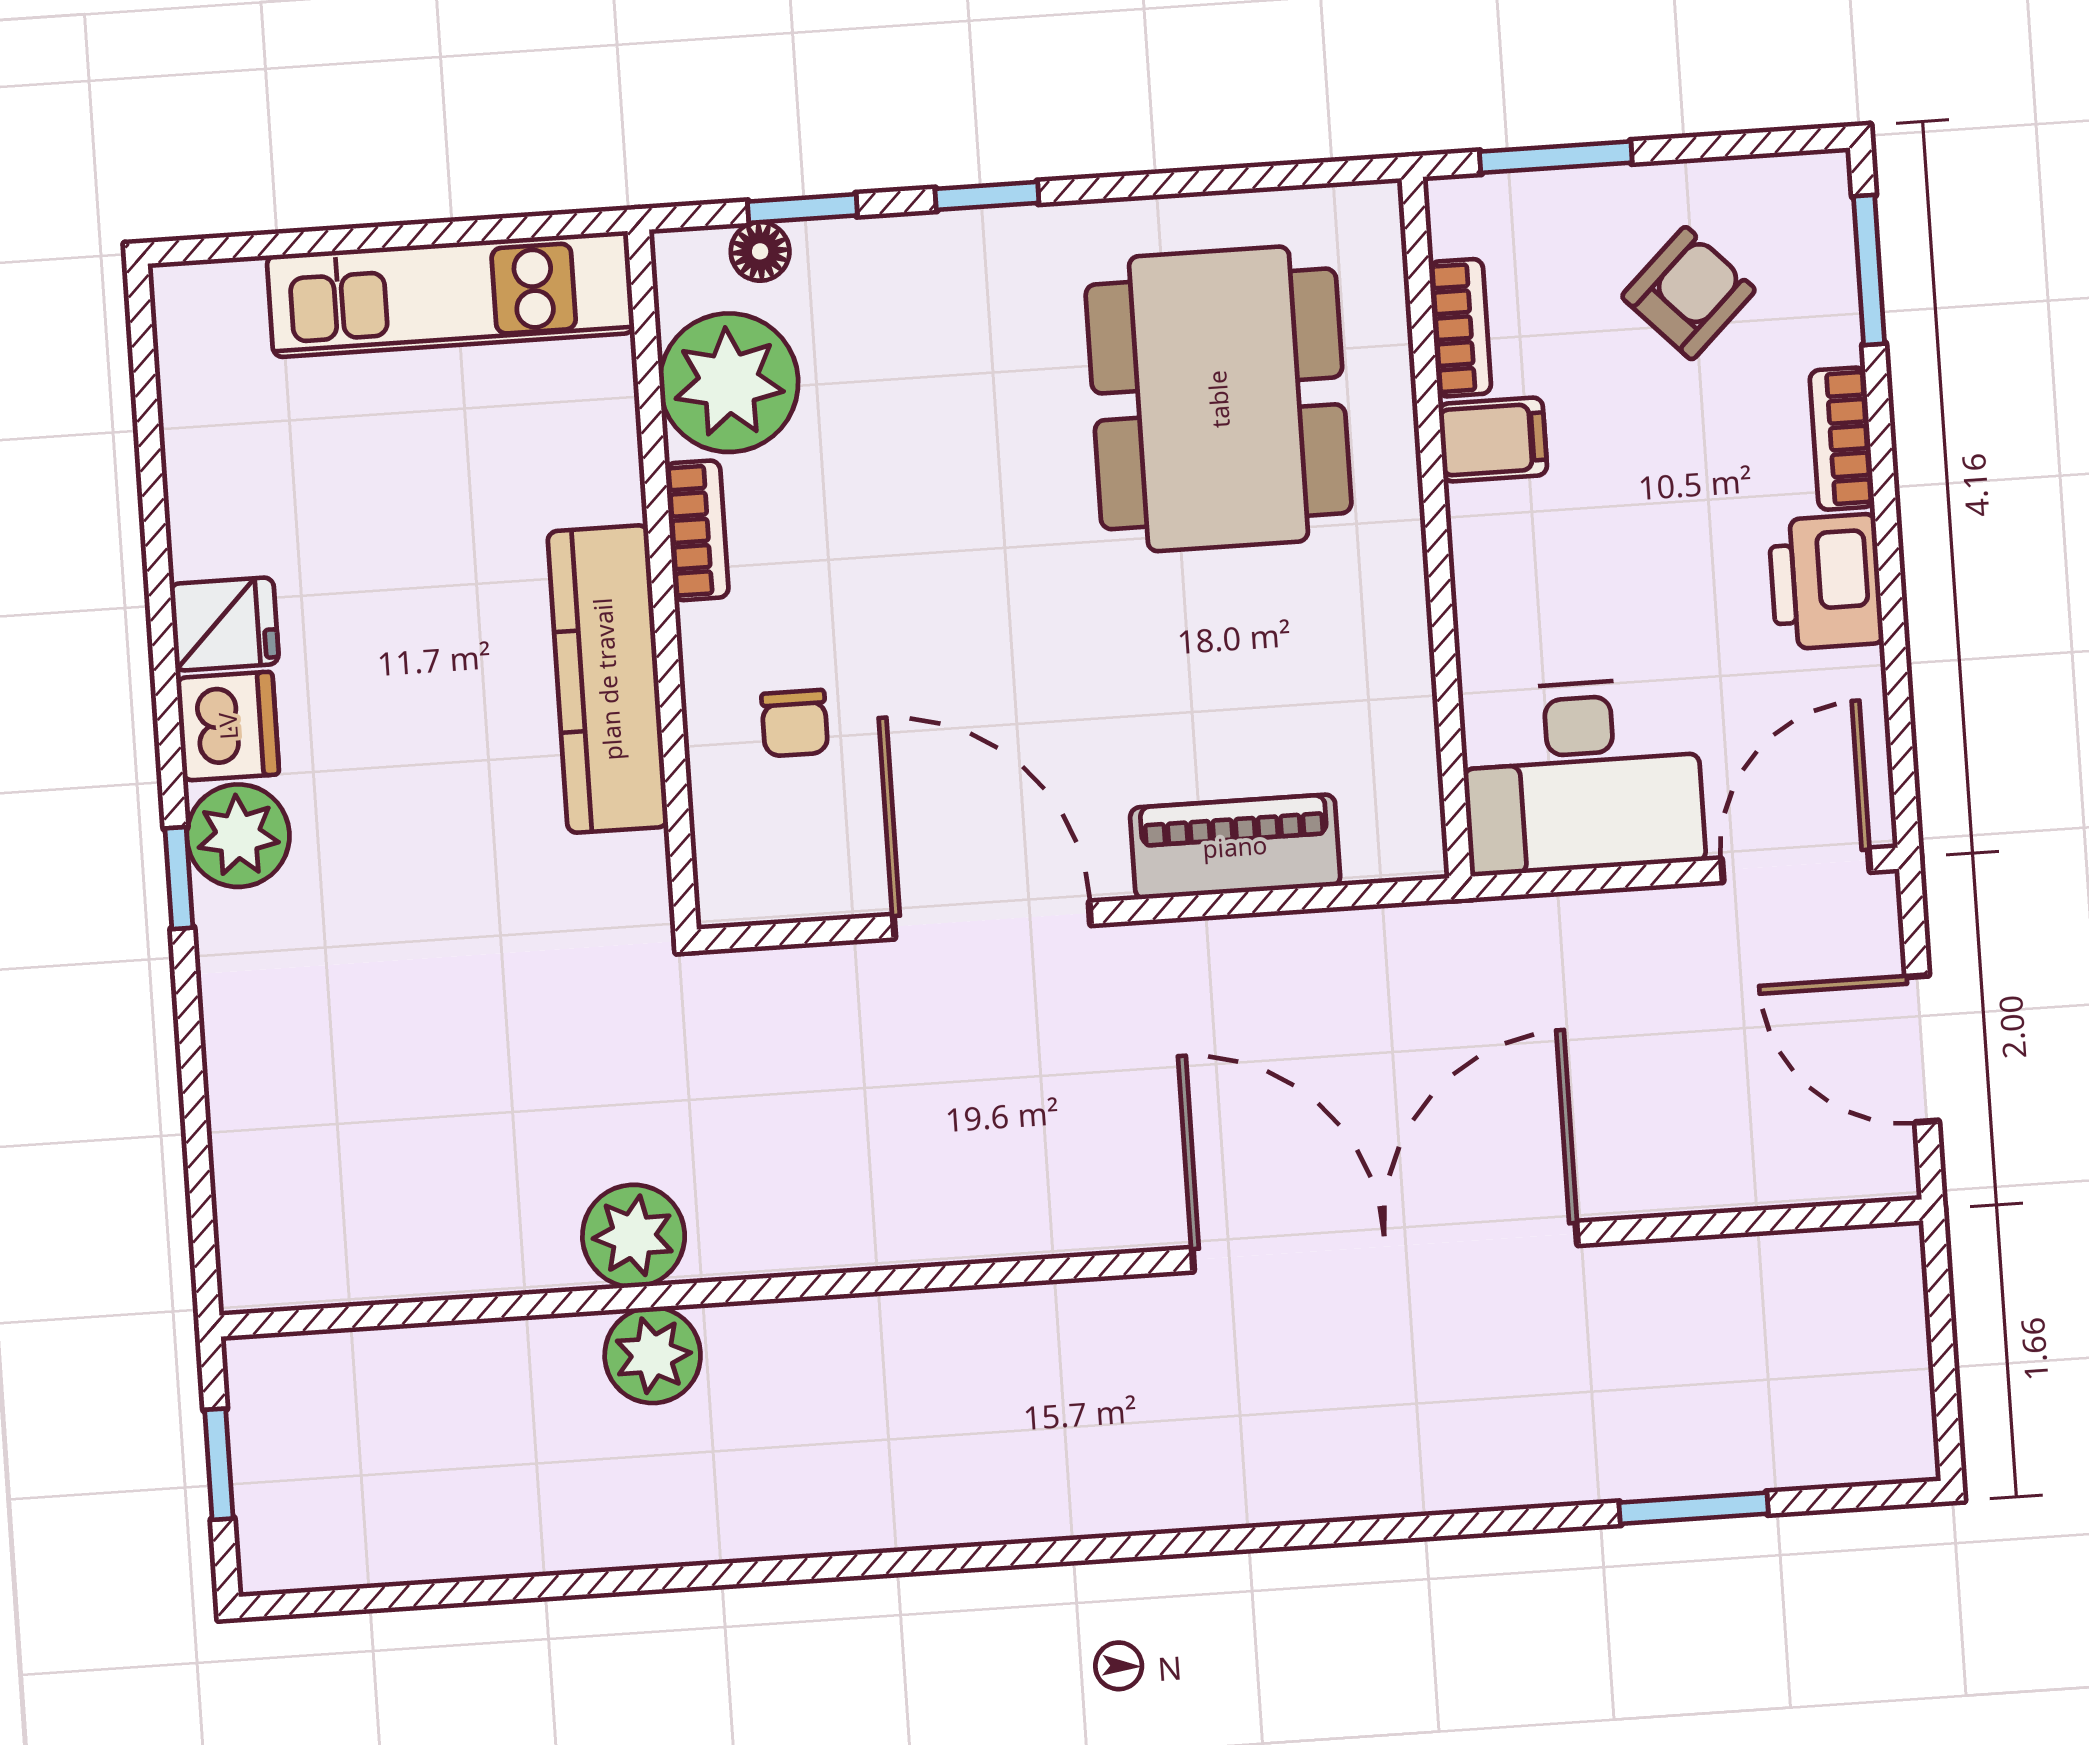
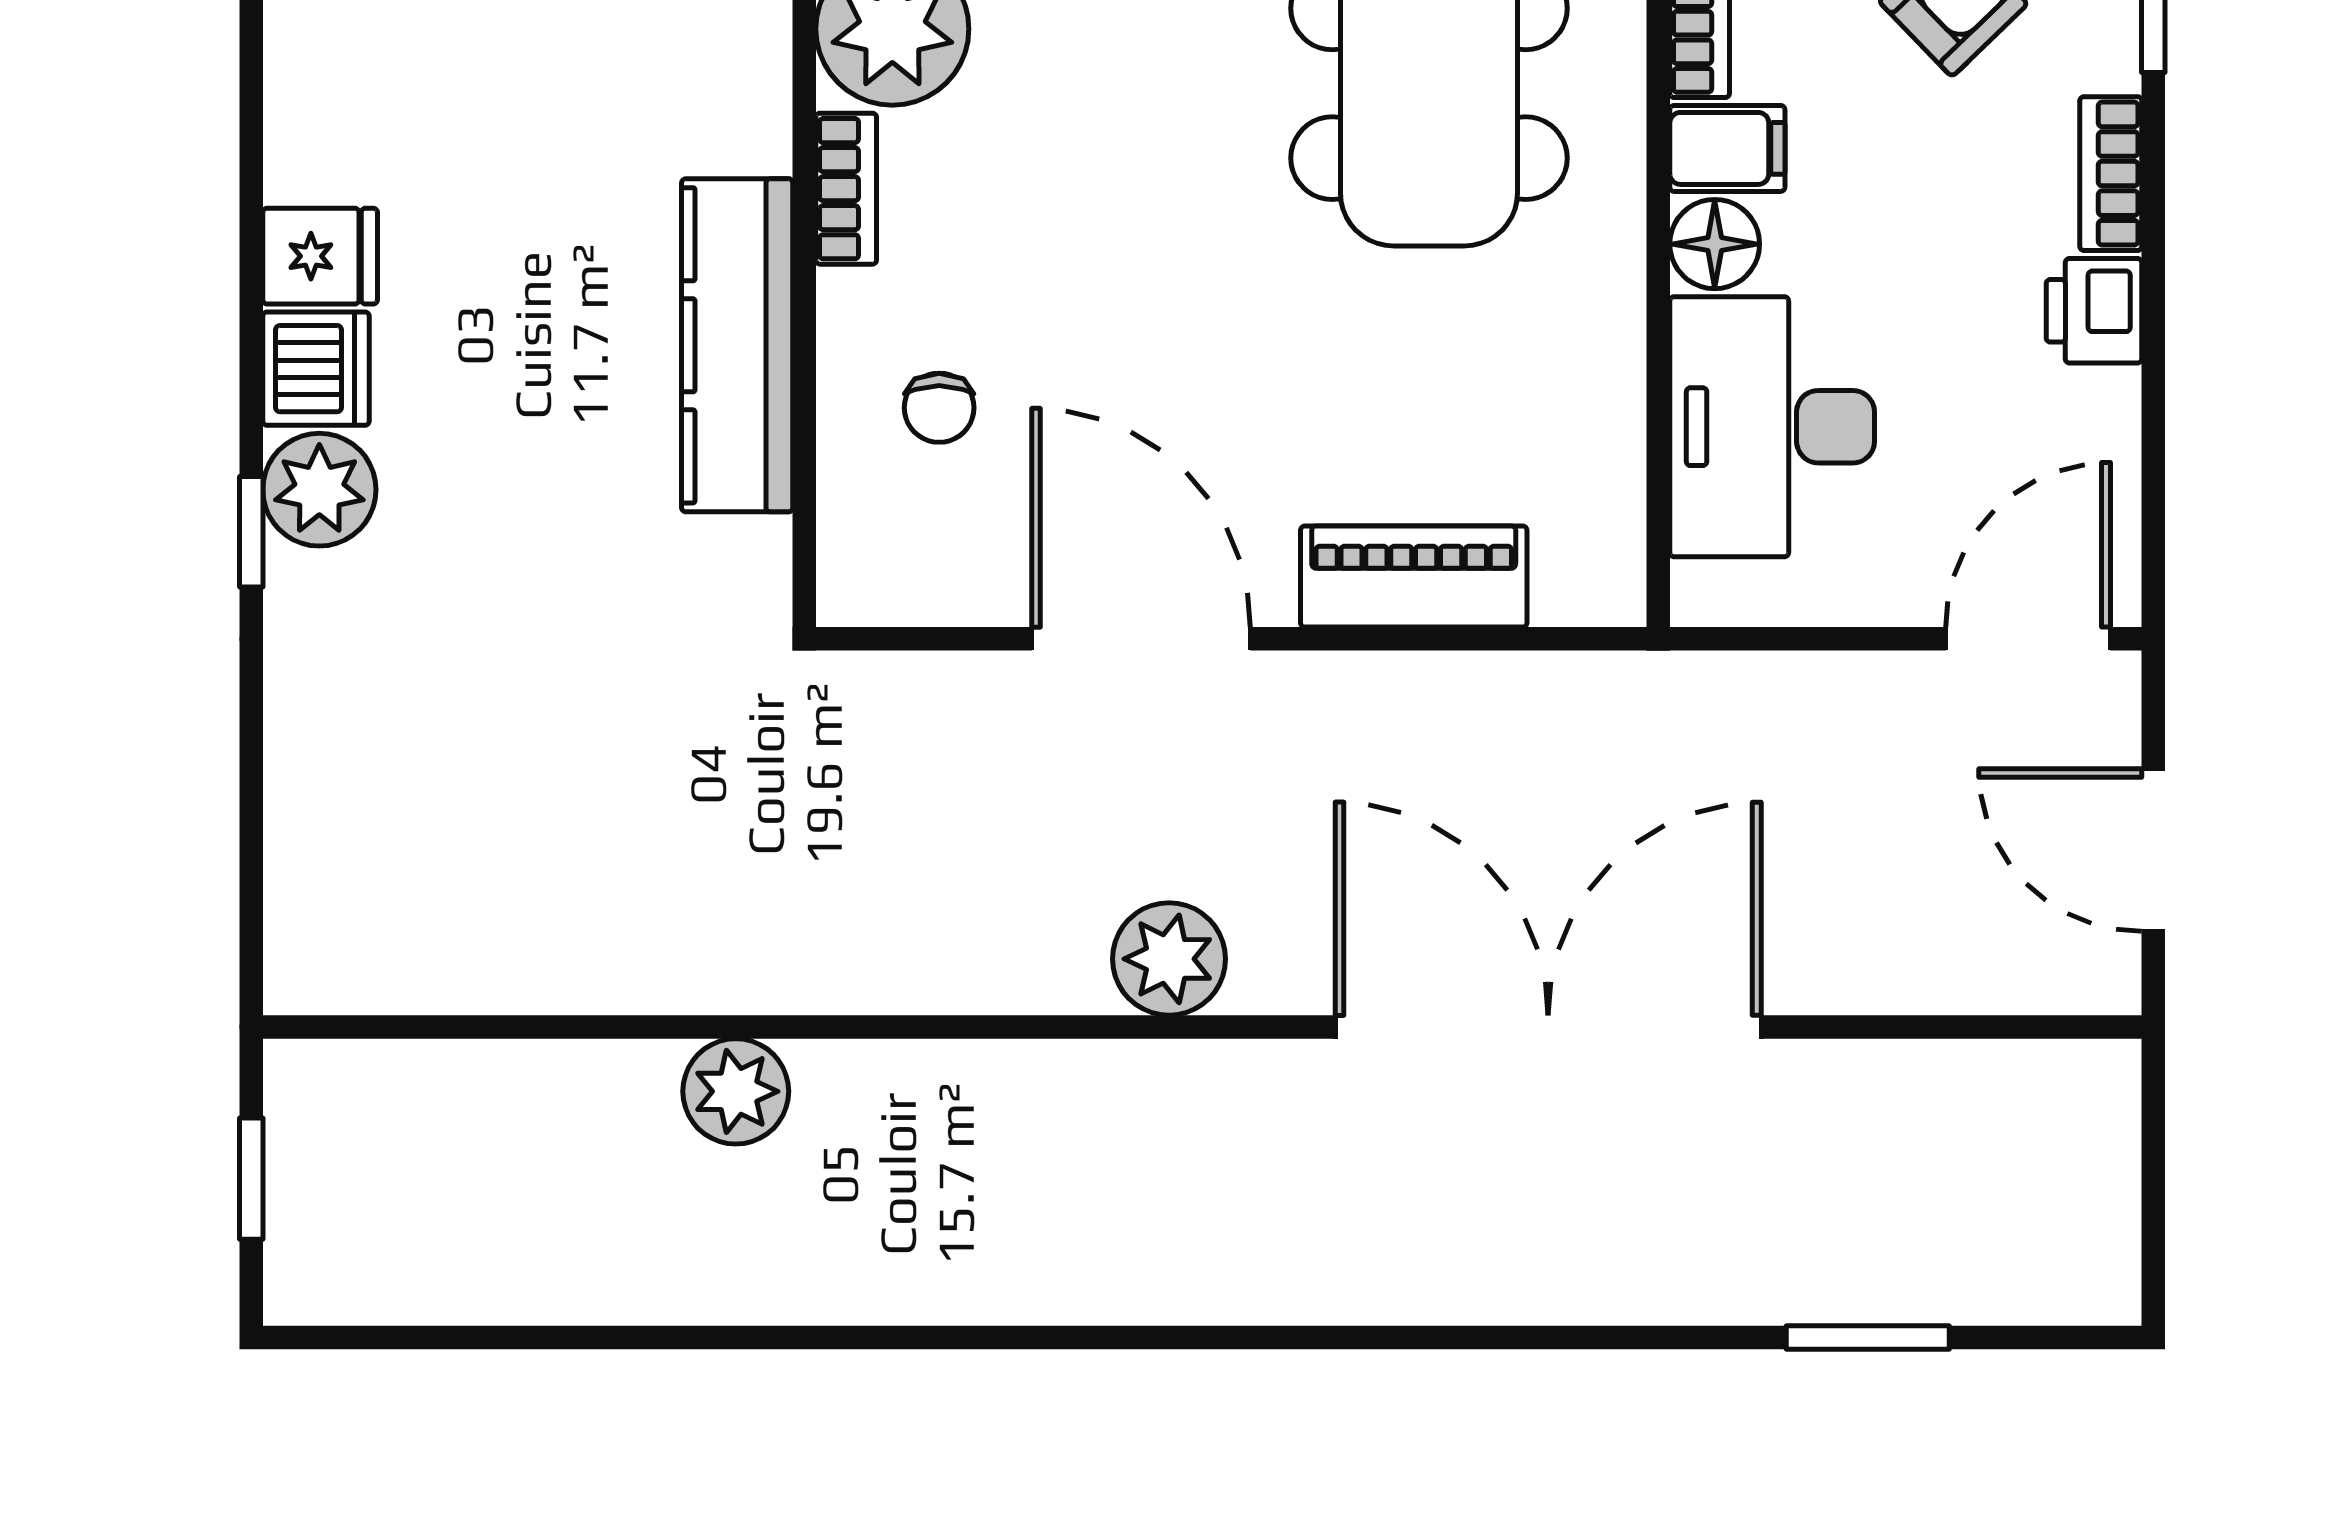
floor lamp: (1487, 527) -> (1715, 244), added
printer: (1826, 582) -> (2094, 311), width x0.73, depth x0.81
desk: (1582, 776) -> (1772, 427), moved, turned 90
plant: (634, 1236) -> (1169, 959), moved

